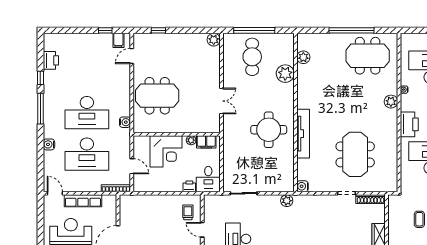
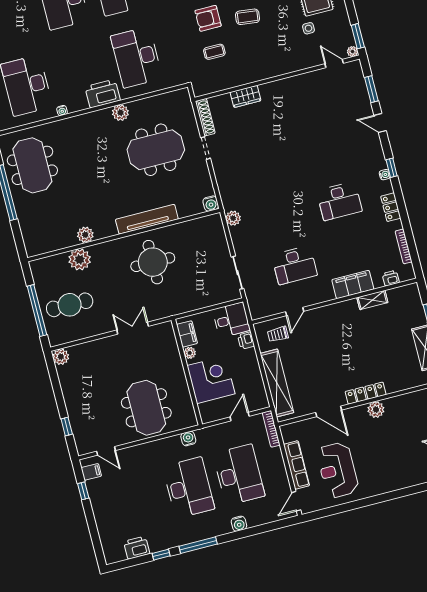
plant: (303, 57) -> (85, 235), moved
plant: (391, 102) -> (120, 113), moved
shelving: (150, 202) -> (277, 383), added

